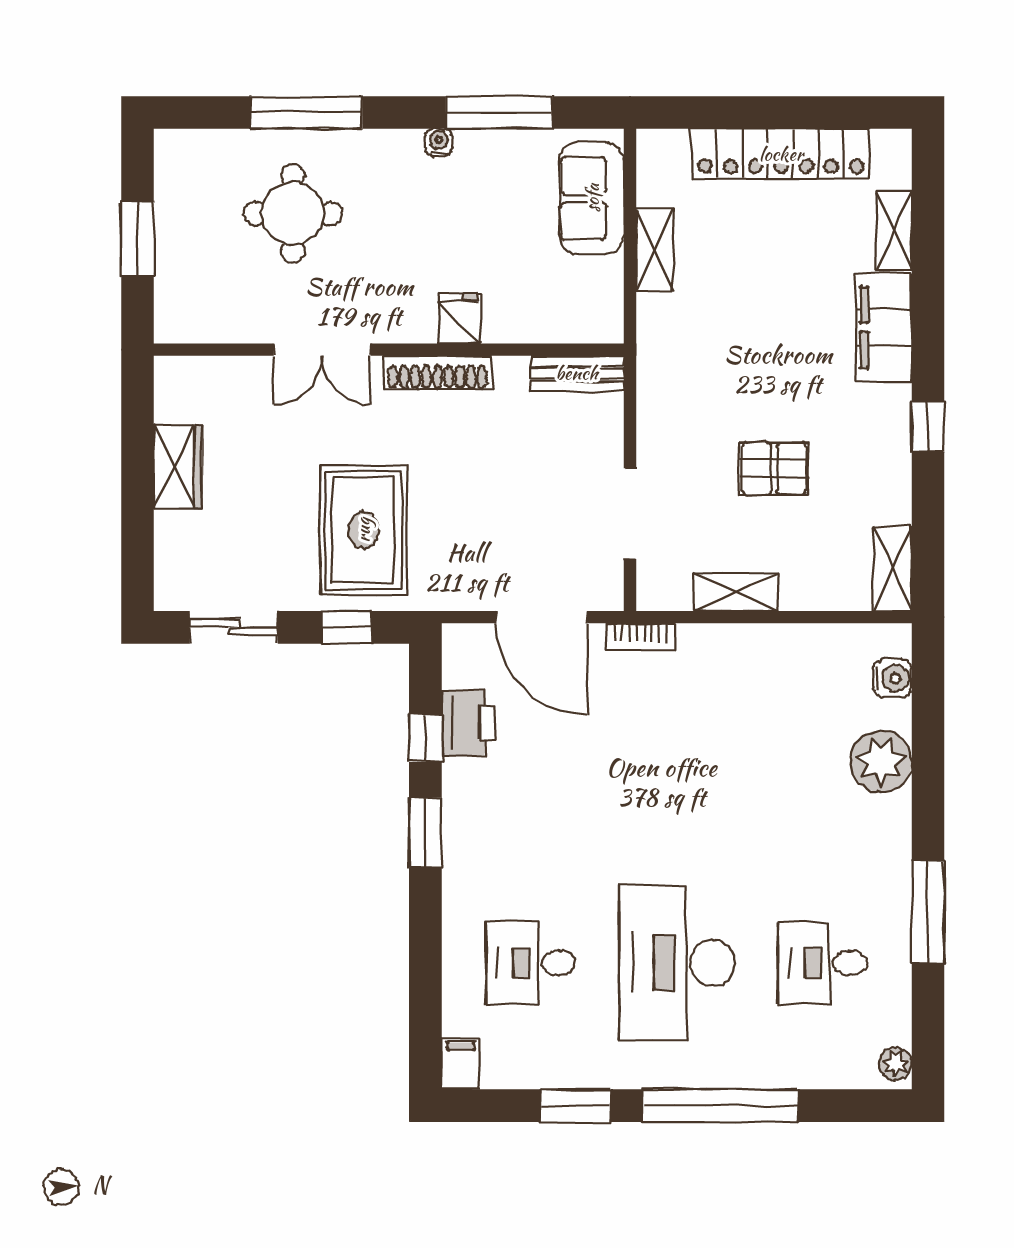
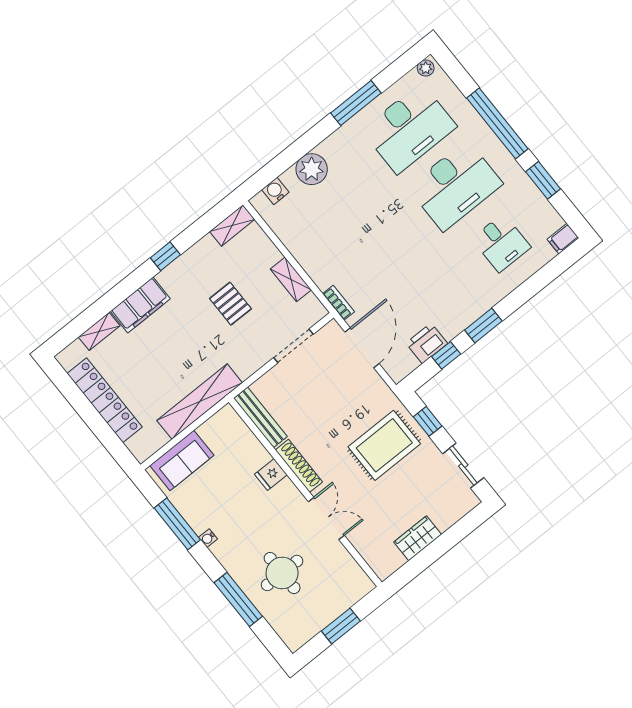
shelving: (654, 250) -> (200, 402), width x2.20, depth x1.33
bench: (577, 373) -> (260, 417), width x1.36
desk: (822, 963) -> (409, 128), width x1.87, depth x1.30

